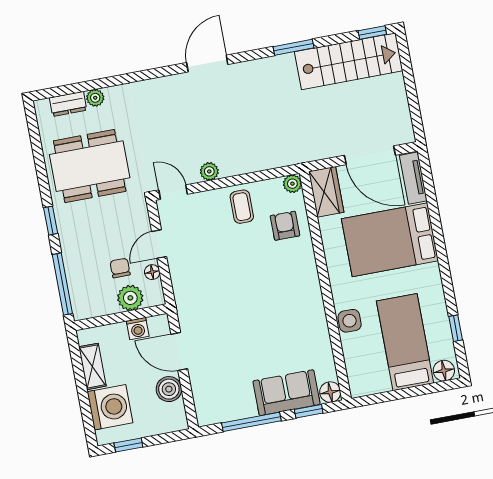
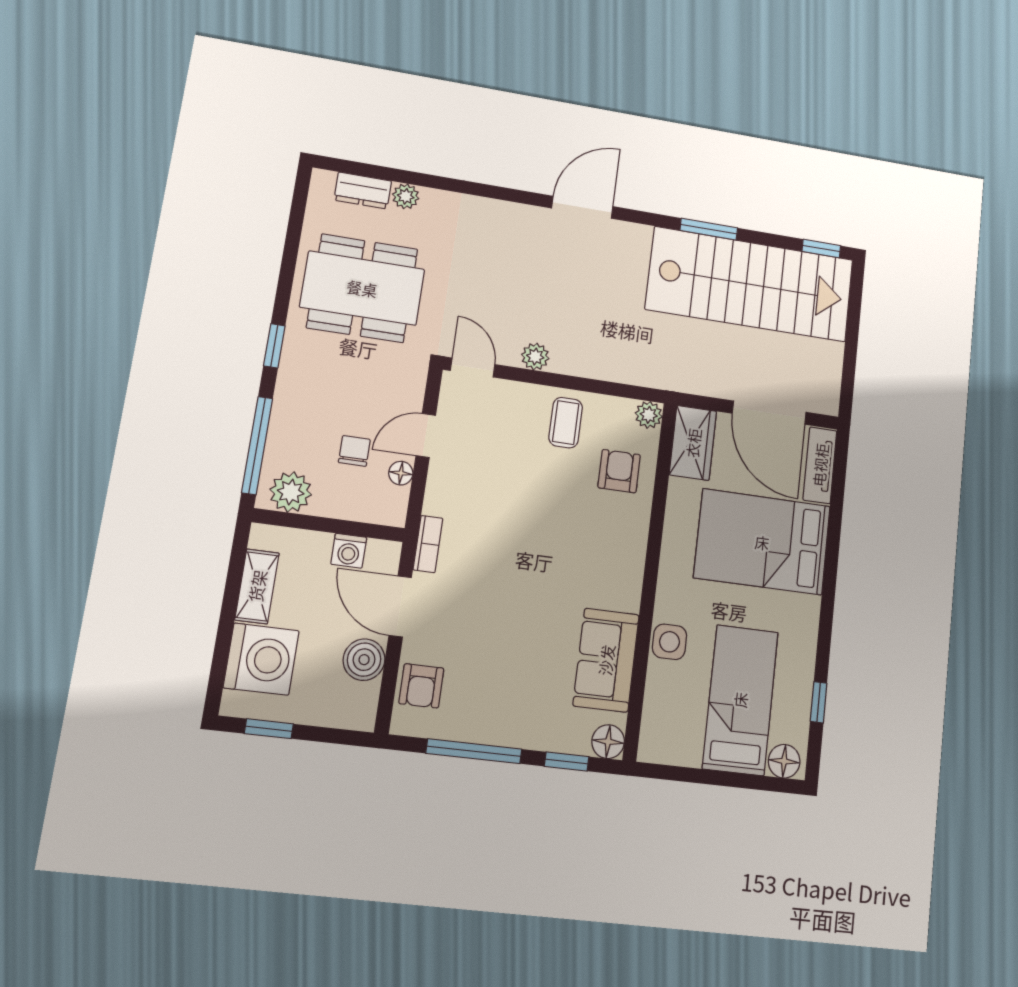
stairs: (349, 61) -> (750, 284), width x1.36, depth x1.51
plant: (130, 298) -> (291, 492), moved
bookcase: (183, 309) -> (428, 544), added
sofa: (286, 393) -> (606, 660), moved, turned -90
armchair: (208, 394) -> (421, 686), added

